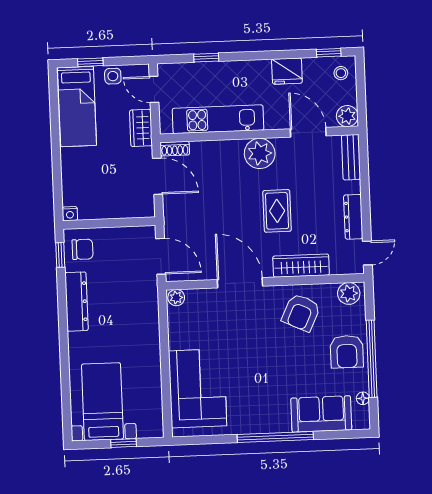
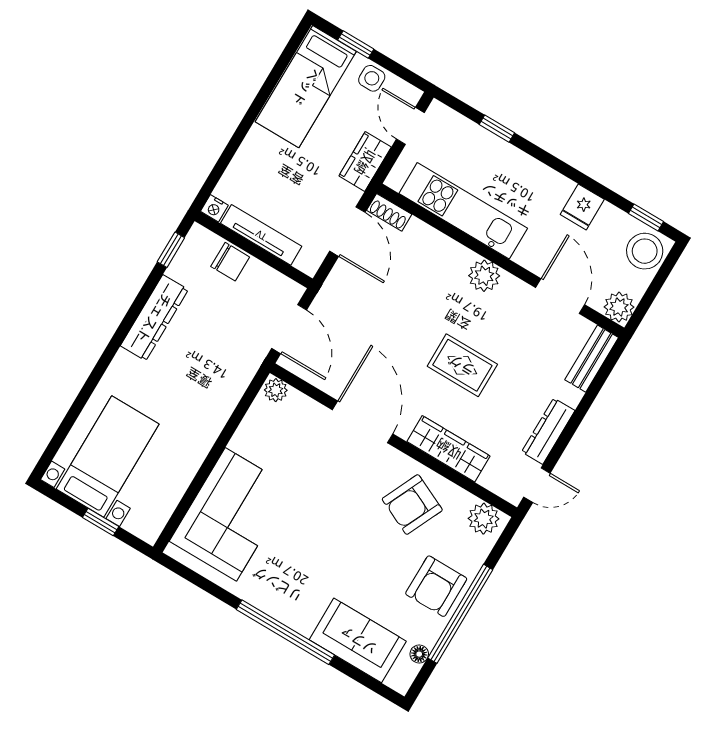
fridge: (287, 71) -> (582, 207), width x0.72
stool: (341, 73) -> (645, 251), width x1.89, depth x1.89
plant: (260, 153) -> (484, 276), width x0.73, depth x0.73
tv unit: (108, 211) -> (261, 235), added
rug: (277, 211) -> (462, 365), turned 90
chair: (83, 249) -> (230, 262), moved

